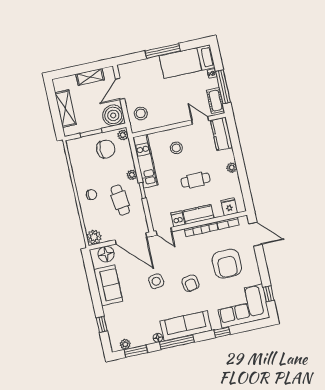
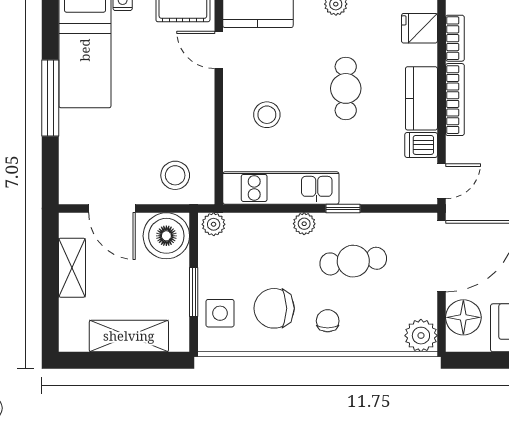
door: (200, 120) -> (219, 50), hinge flipped
side table: (84, 146) -> (220, 313), added
chair: (106, 149) -> (274, 308), moved, turned -90

